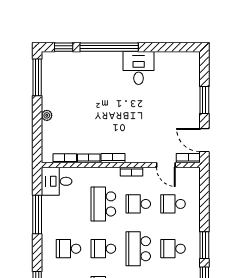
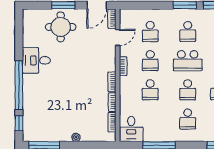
round table: (178, 97) -> (61, 27), added
school desk: (103, 204) -> (150, 90), width x0.54

